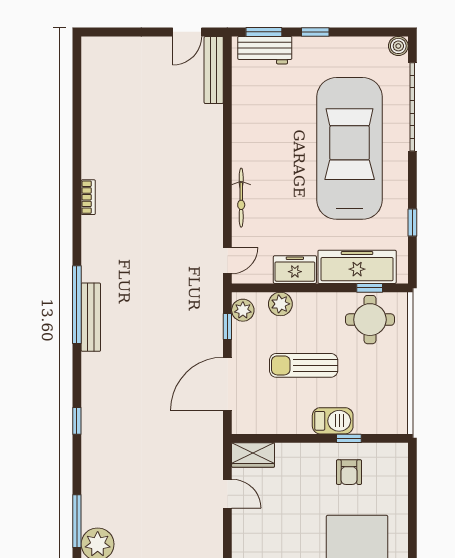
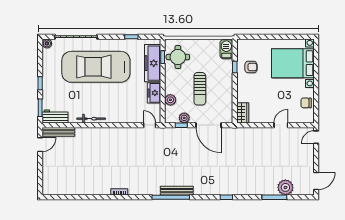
door: (187, 32) -> (40, 145), hinge flipped
workbench: (265, 50) -> (55, 117), moved, turned -90
bicycle: (241, 198) -> (91, 119), moved
plant: (243, 310) -> (184, 118), moved
barbecue: (333, 421) -> (226, 49), moved
door: (227, 494) -> (281, 125), moved

